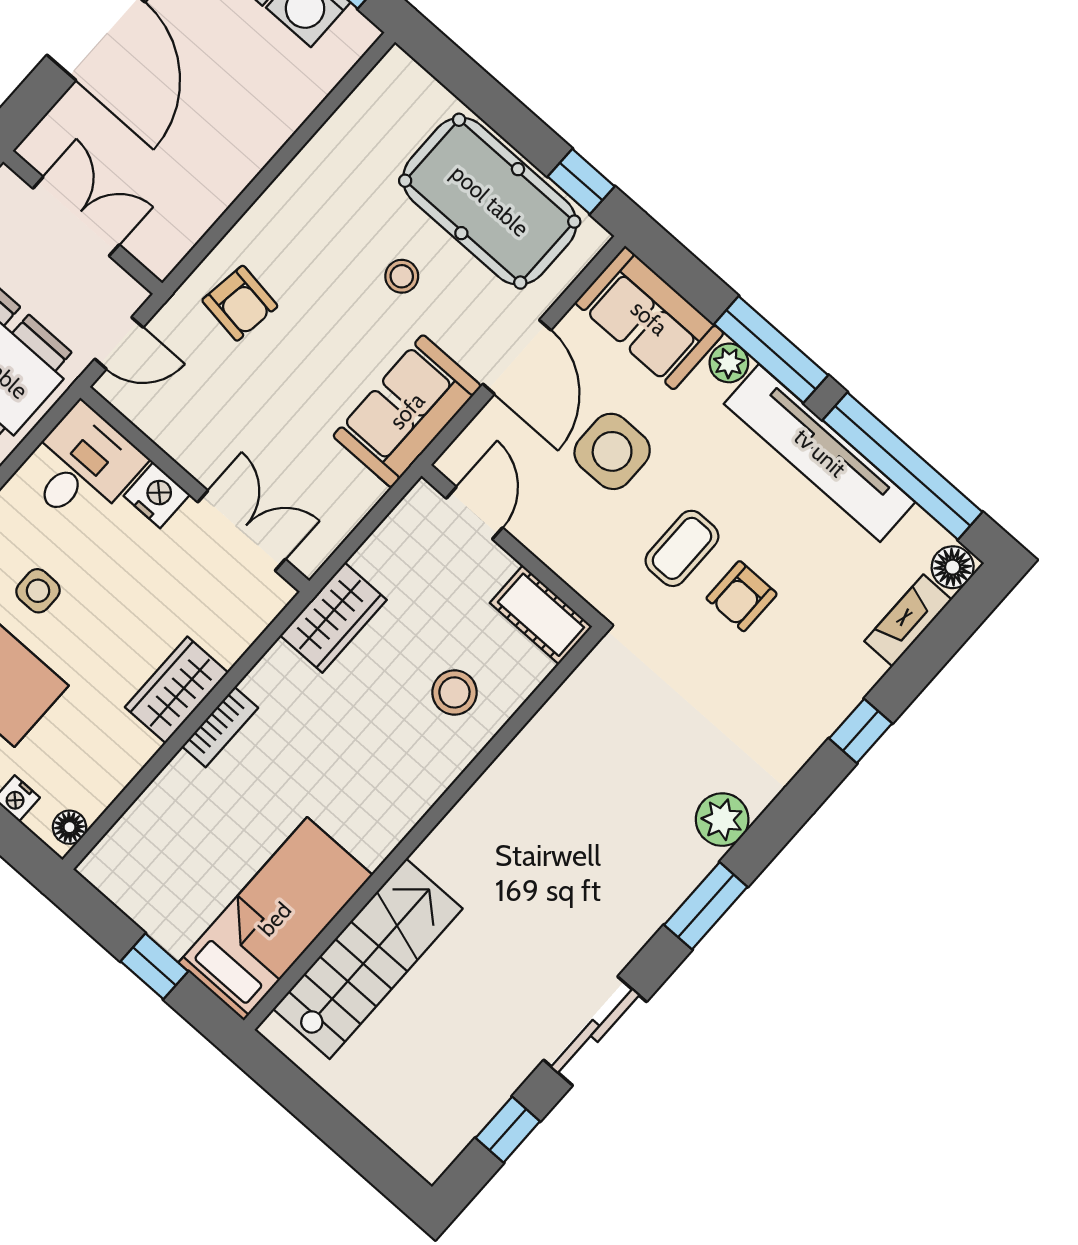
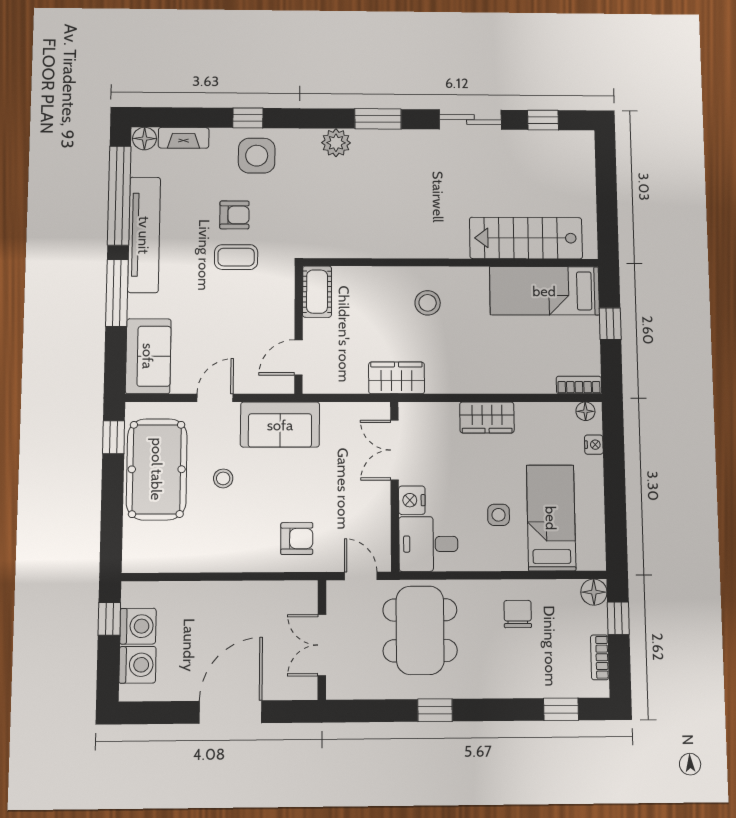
armchair: (240, 303) -> (297, 539), turned 82
door: (517, 357) -> (215, 398), width x0.73
plant: (729, 363) -> (138, 306), removed
side table: (612, 451) -> (257, 156), moved
stool: (454, 692) -> (428, 303), moved
bookcase: (220, 727) -> (579, 385), moved

